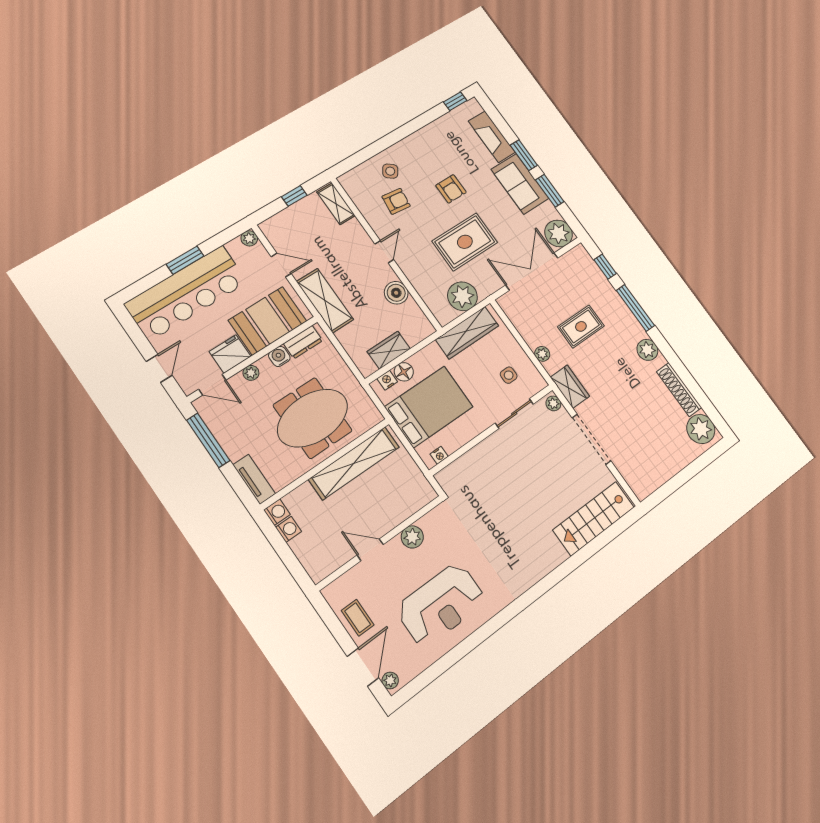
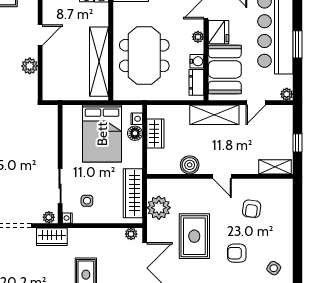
side table: (390, 171) -> (274, 268), moved
plant: (542, 354) -> (131, 234), moved
nightstand: (439, 455) -> (67, 218), moved

